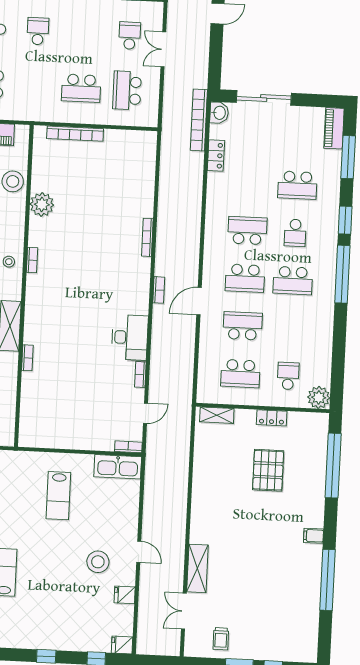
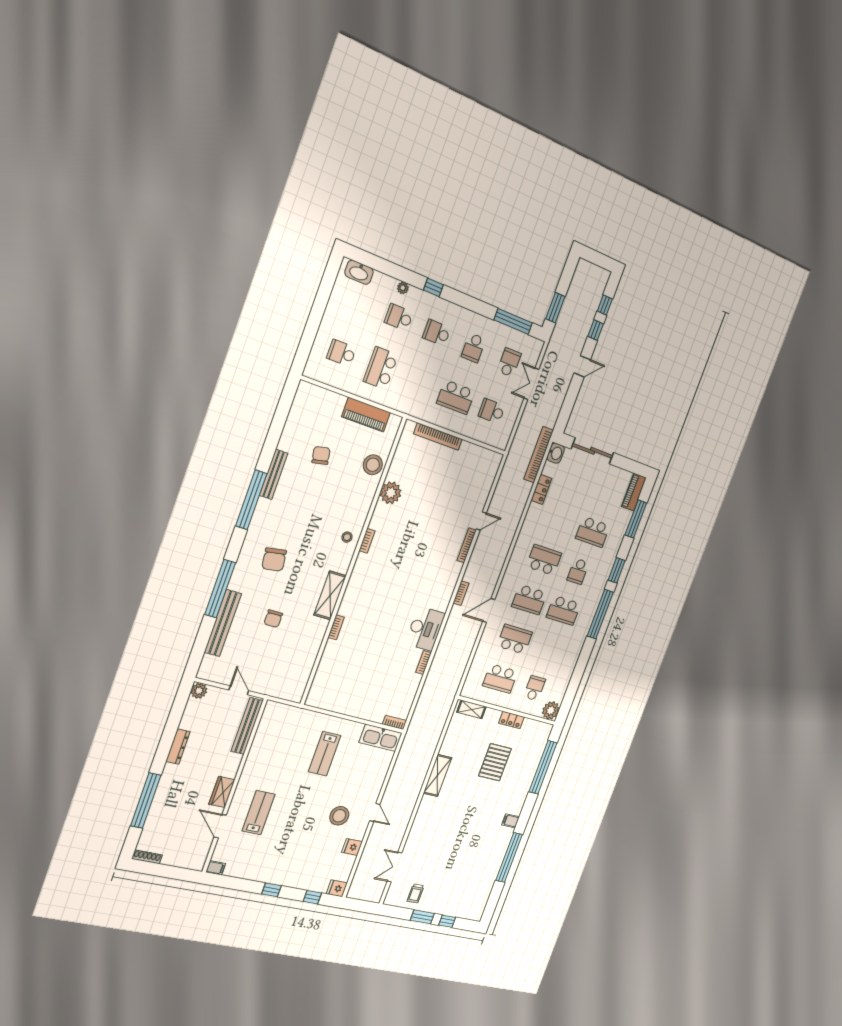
school desk: (38, 31) -> (437, 333), turned -90
school desk: (84, 33) -> (473, 348), added
school desk: (127, 90) -> (492, 411), width x0.54
door: (146, 413) -> (481, 521), moved
shelving: (197, 568) -> (437, 775), moved

